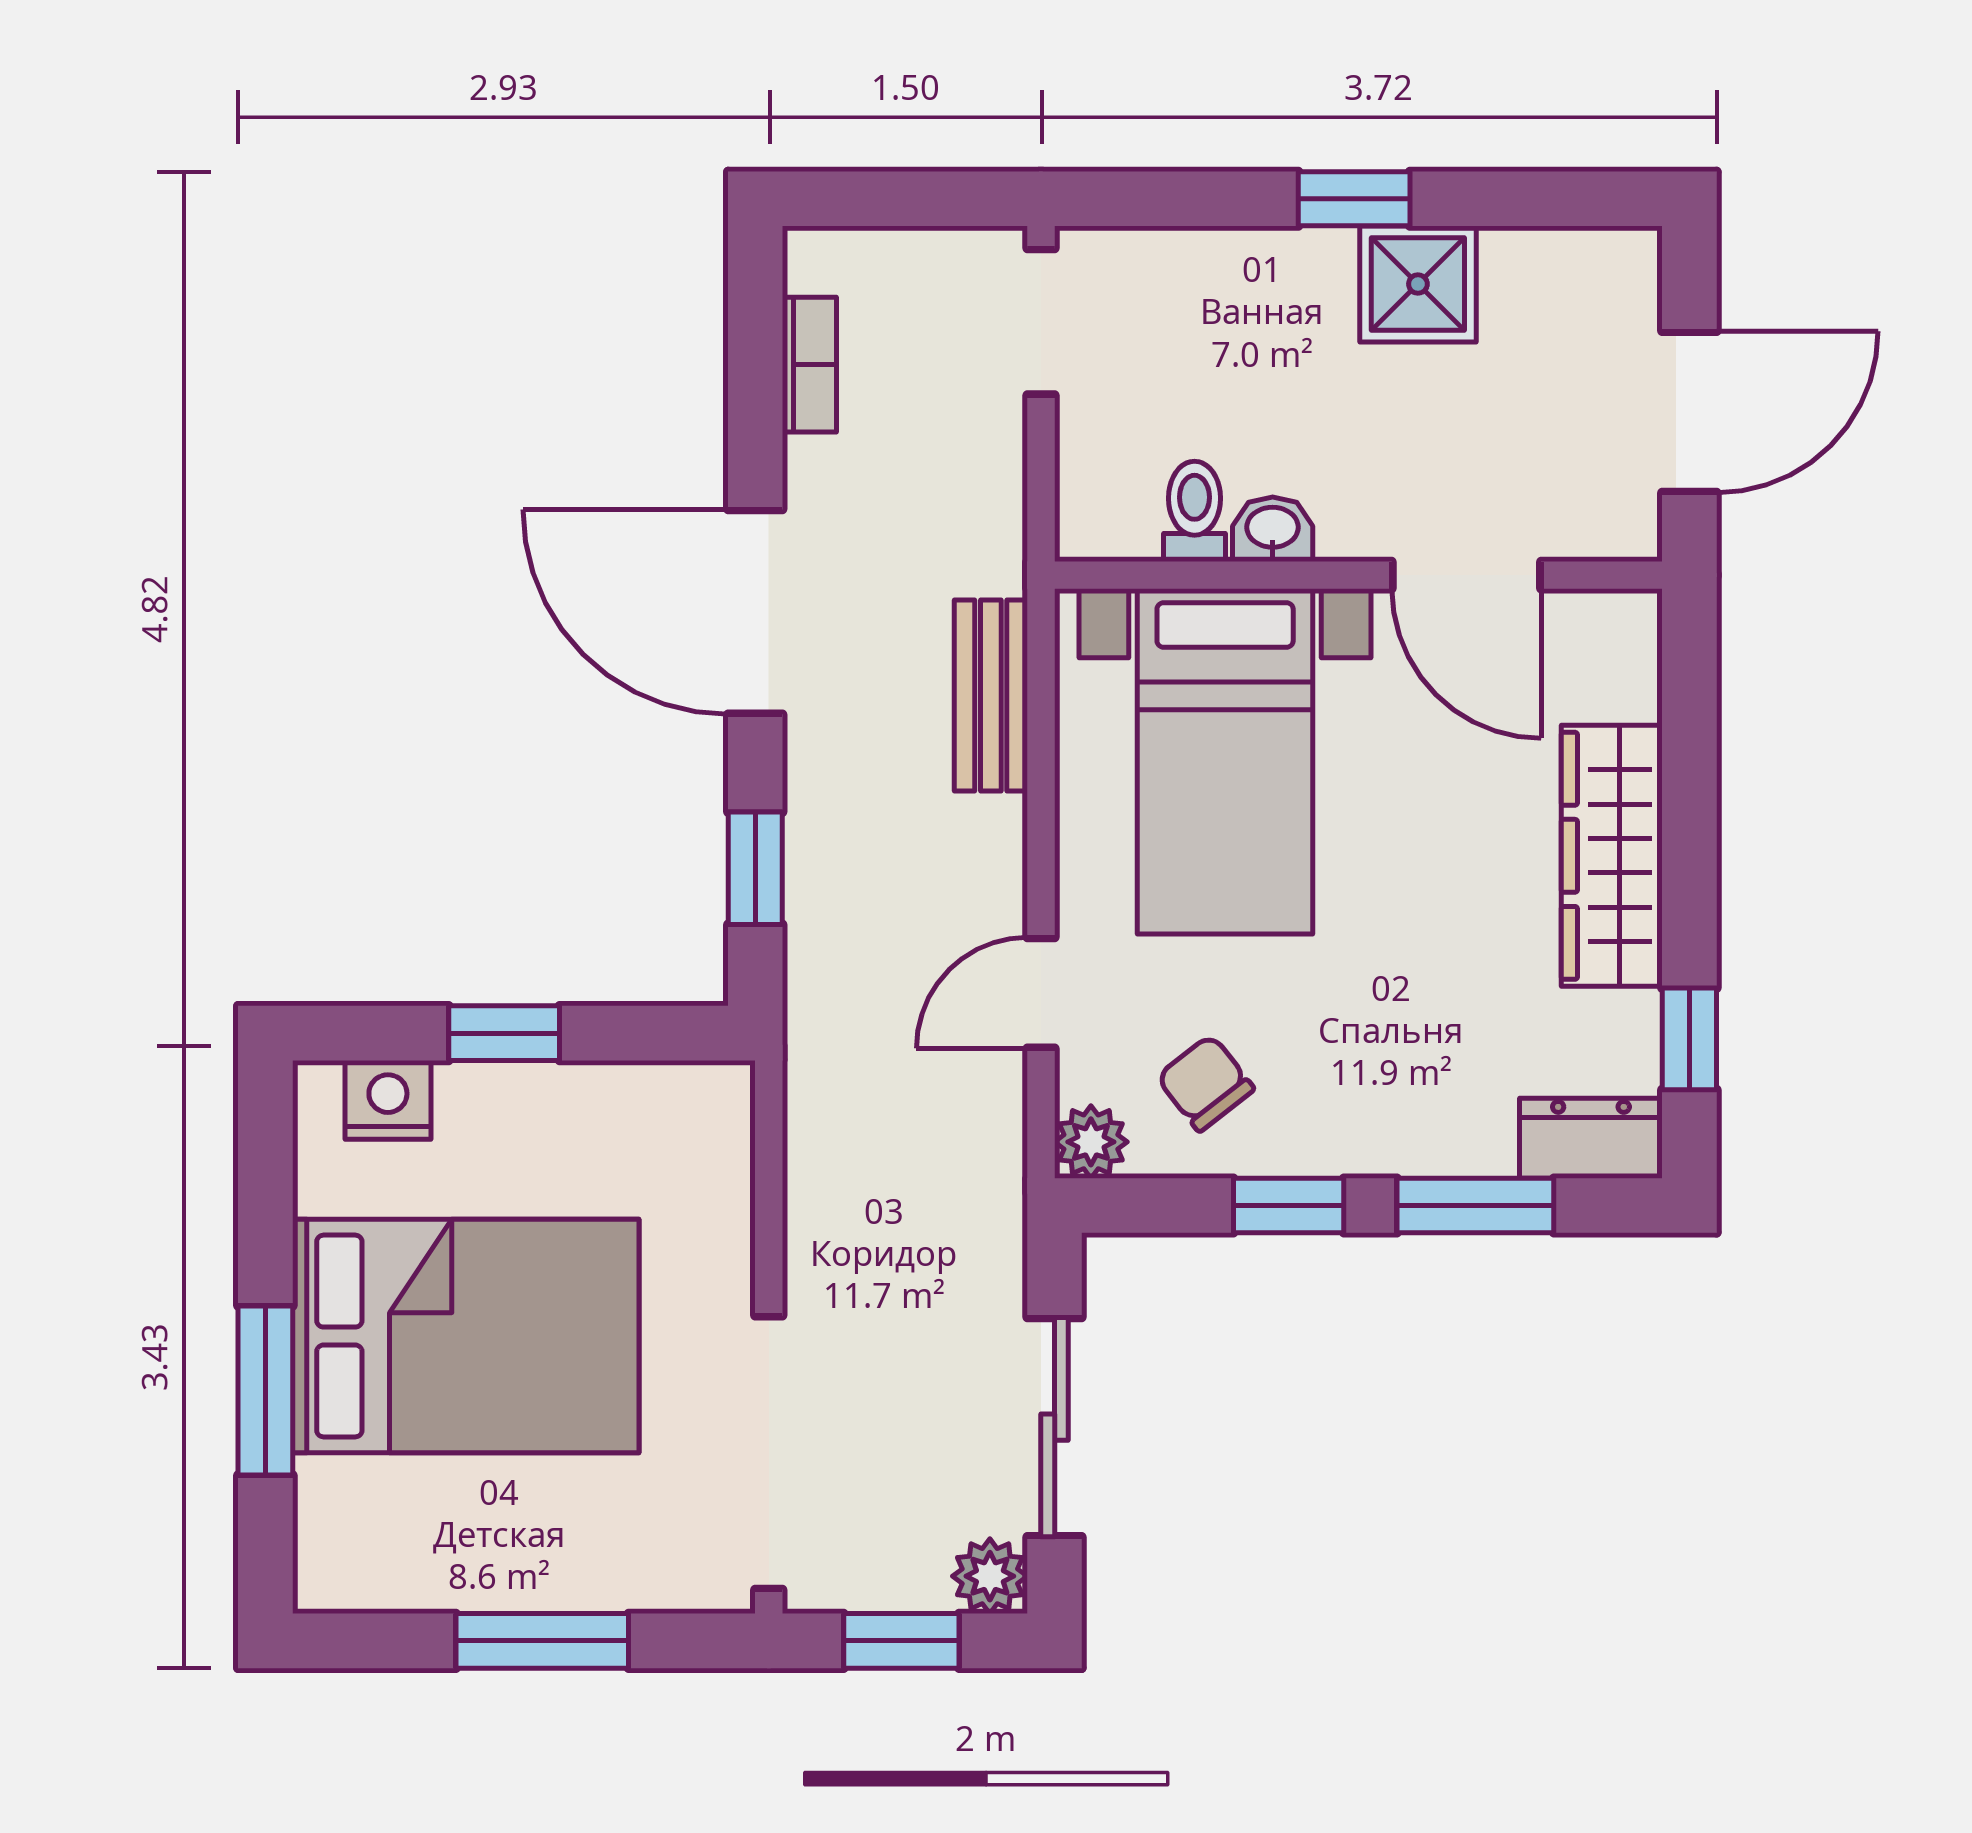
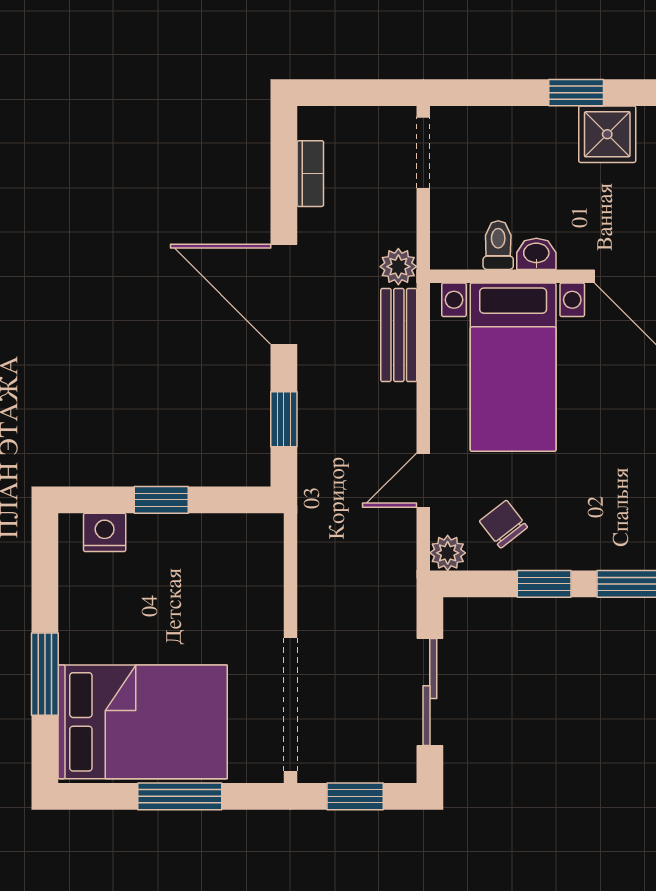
bed: (466, 1336) -> (143, 722), moved
plant: (990, 1576) -> (398, 267), moved

